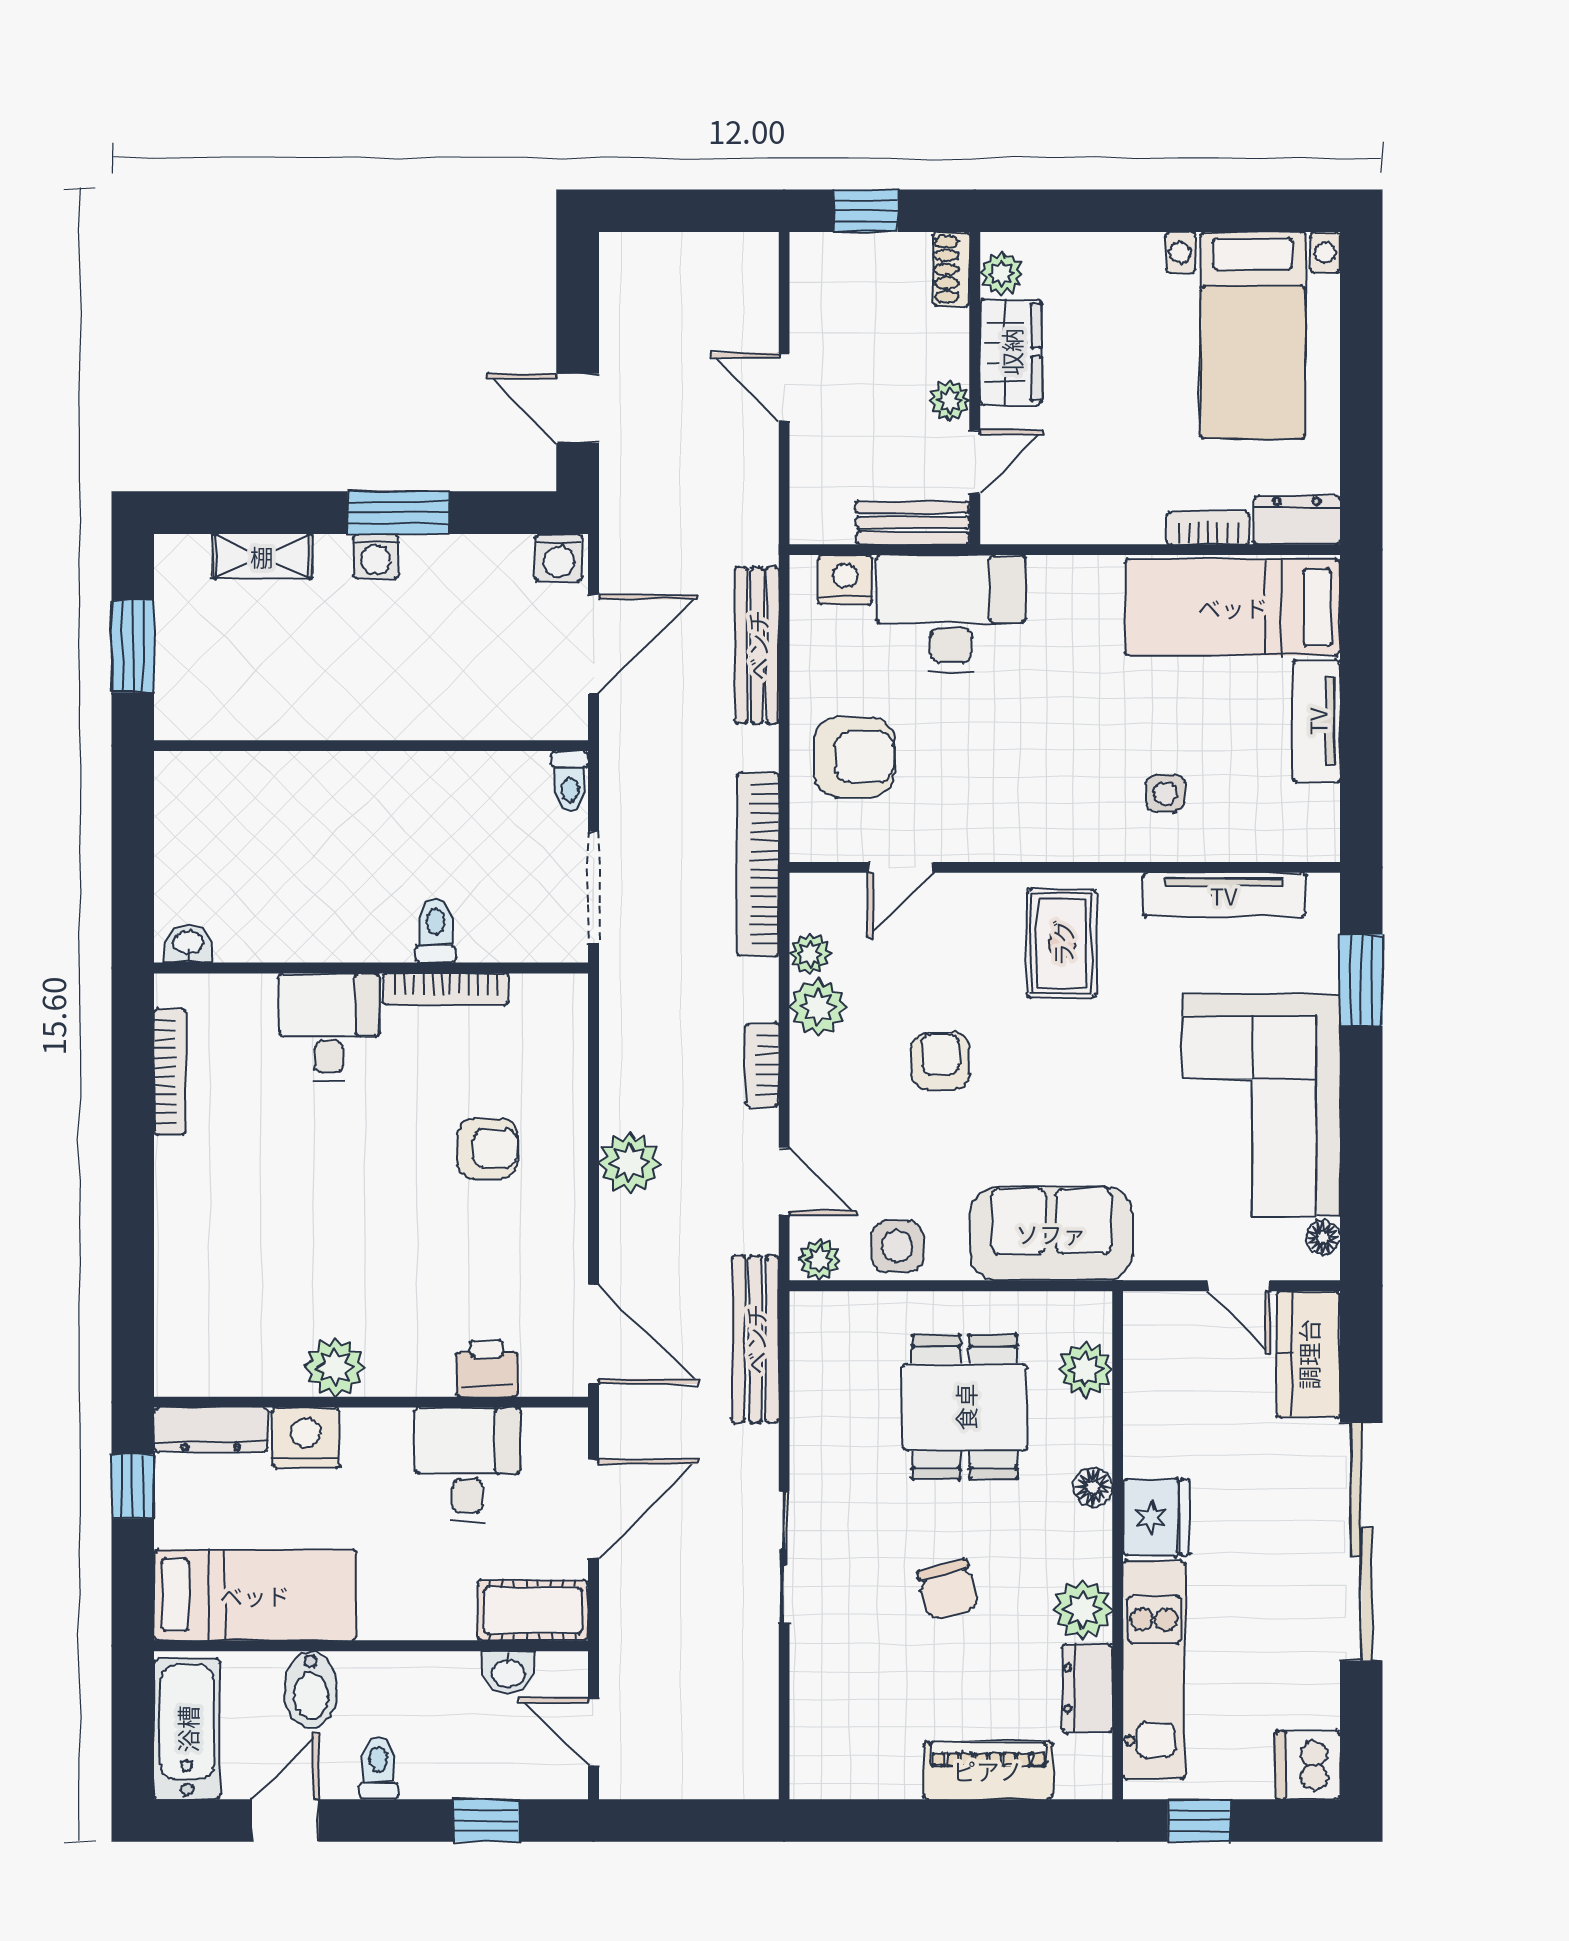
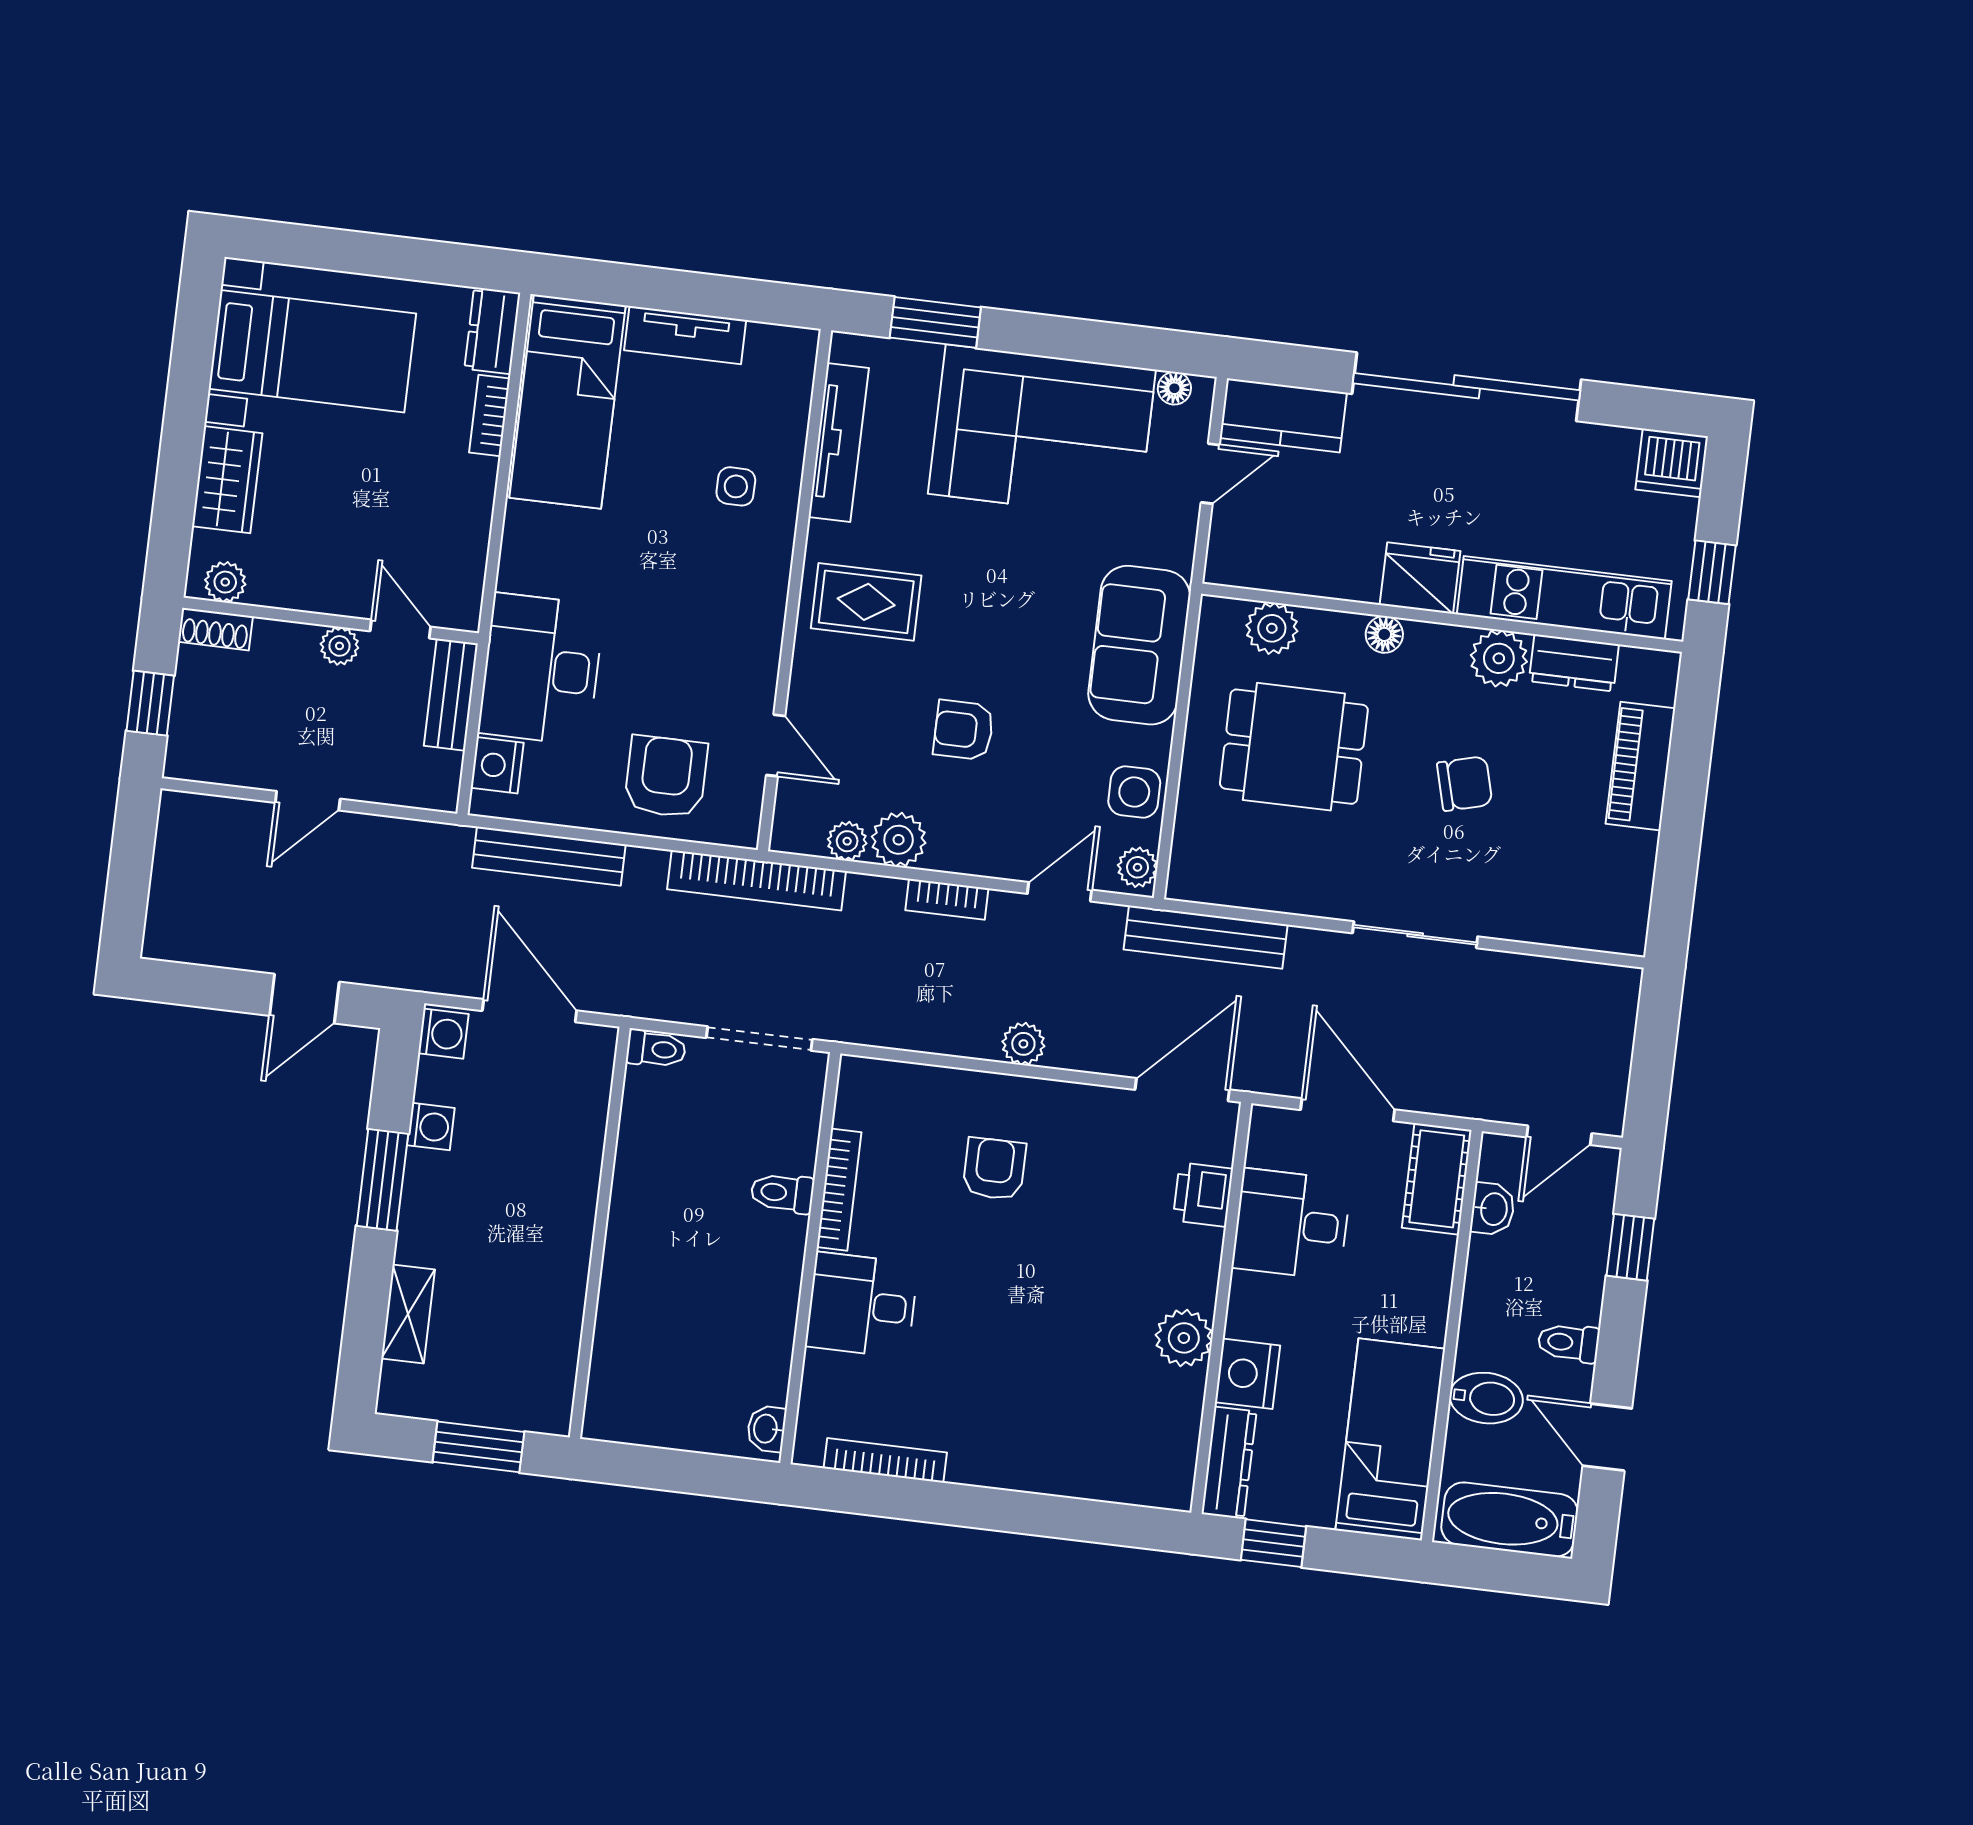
wardrobe: (1011, 352) -> (227, 480), moved, turned 90
washing machine: (376, 556) -> (431, 1127), moved
plant: (630, 1163) -> (1023, 1044), width x0.73, depth x0.73

